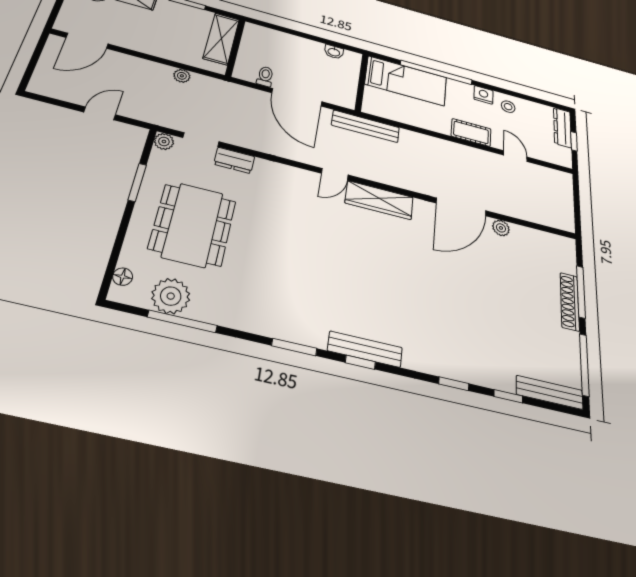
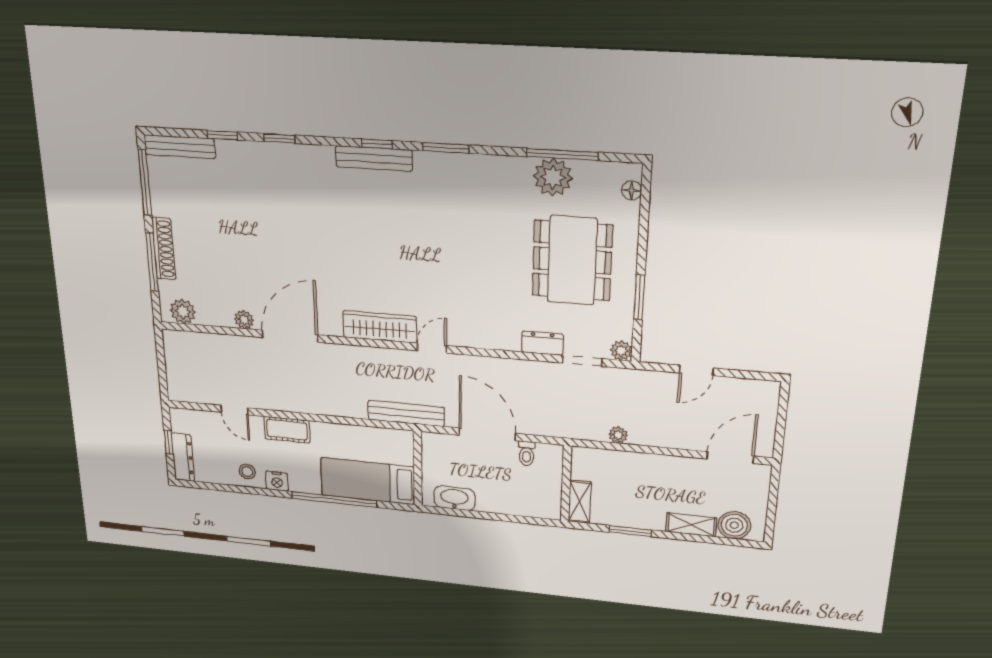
shelving: (221, 39) -> (580, 502), width x0.67, depth x0.75
washbasin: (334, 52) -> (454, 498), width x1.91, depth x1.45
plant: (555, 245) -> (183, 311), added
plant: (171, 296) -> (553, 177), moved

